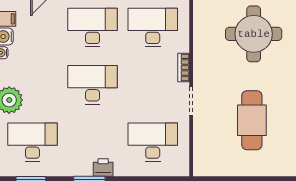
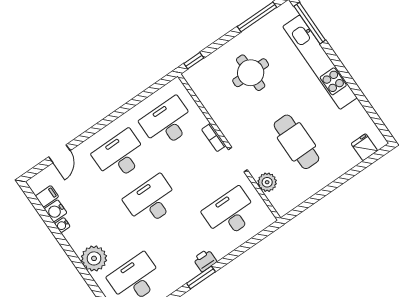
round table: (254, 34) -> (251, 73), width x0.73, depth x0.73
plant: (203, 137) -> (267, 182), added

